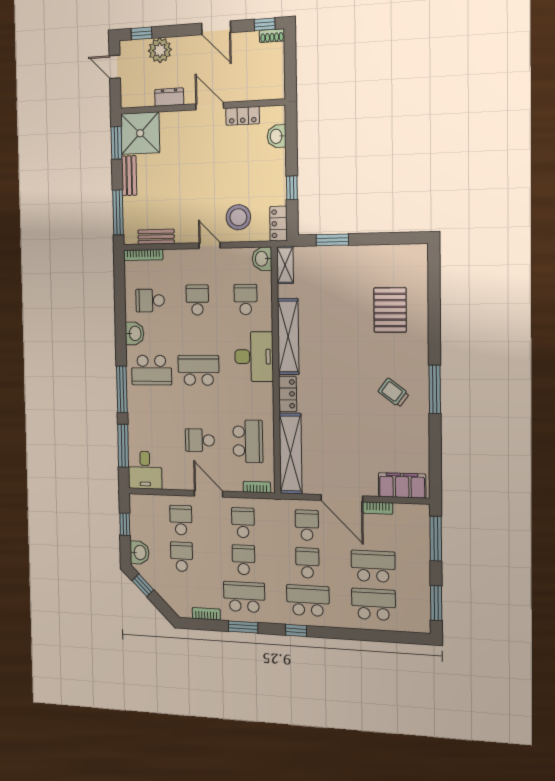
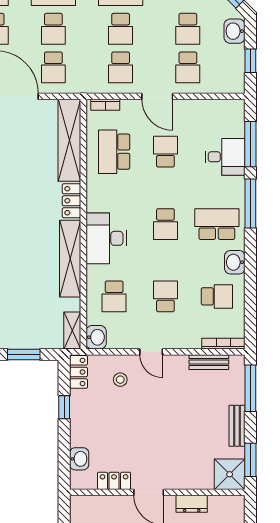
shower: (140, 133) -> (230, 474), width x0.73, depth x0.73
stool: (238, 217) -> (120, 380), width x0.53, depth x0.53
school desk: (197, 300) -> (165, 296), turned 180
school desk: (199, 370) -> (165, 224), width x0.54
school desk: (200, 440) -> (165, 152), turned -90
desk: (145, 470) -> (225, 157), moved, turned 90

